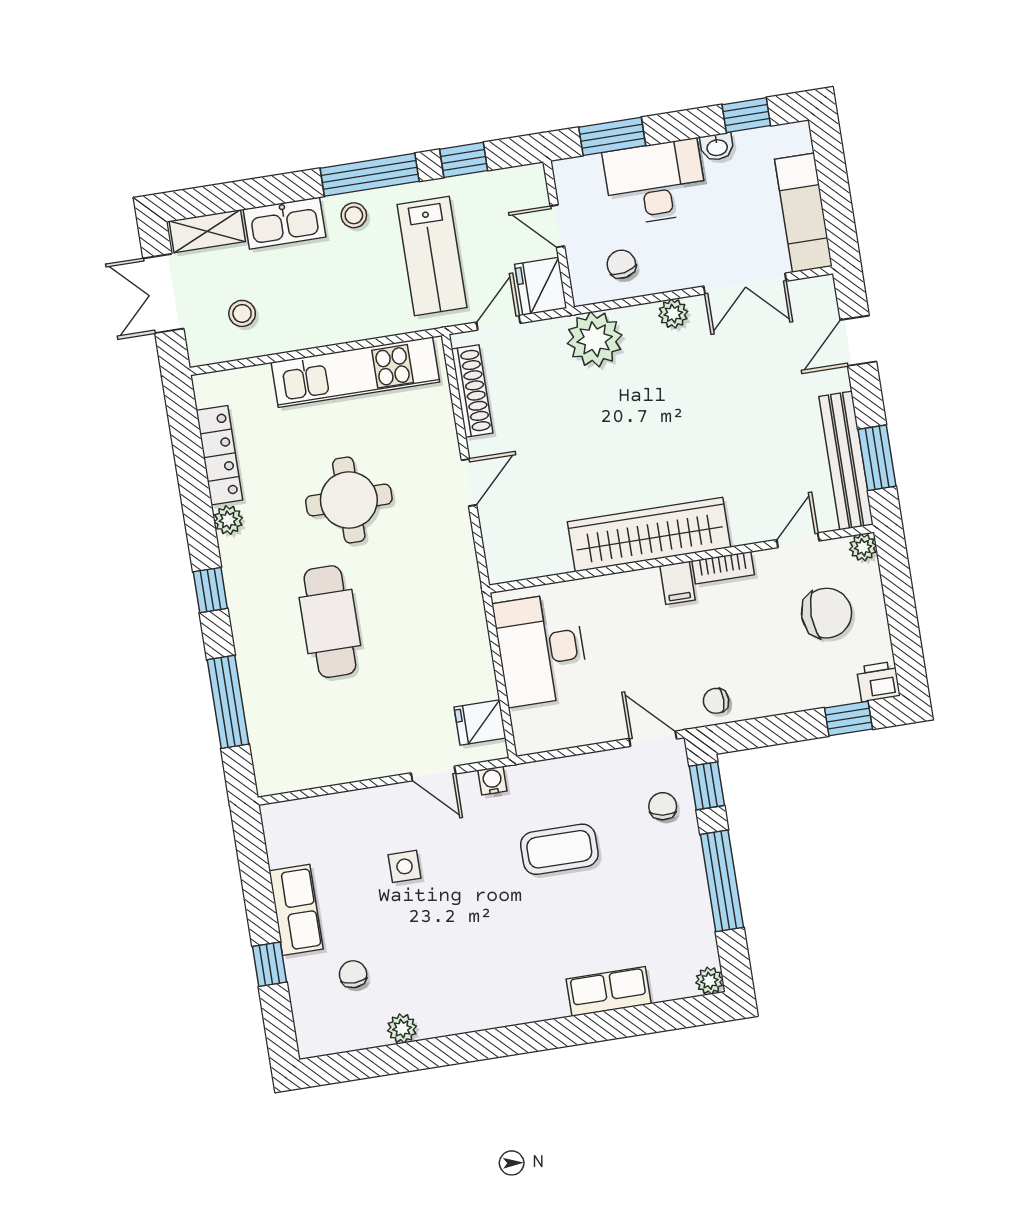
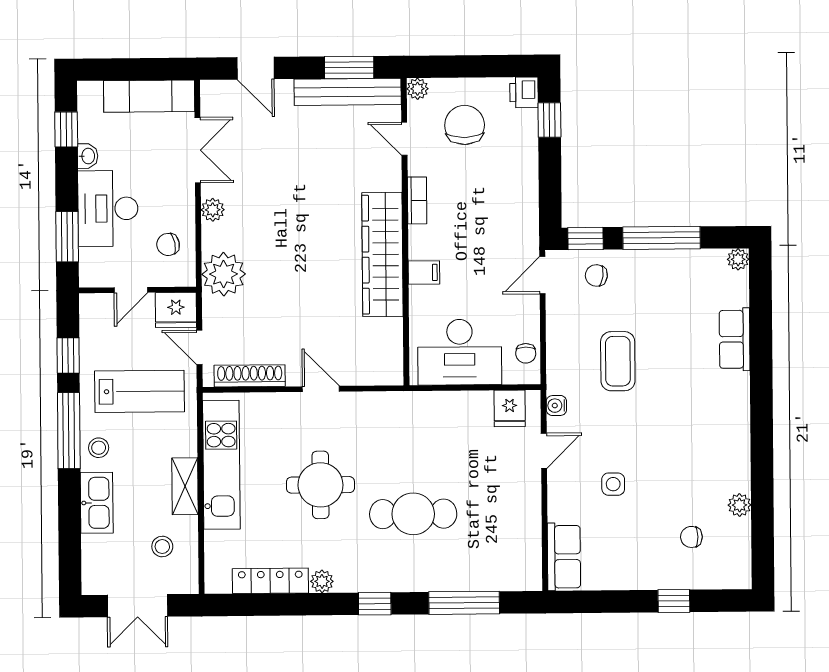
shelving: (207, 231) -> (185, 486), moved
filing cabinet: (677, 583) -> (424, 273), moved
chair: (716, 701) -> (526, 353), moved
row of seats: (296, 910) -> (564, 557), moved, turned 90

